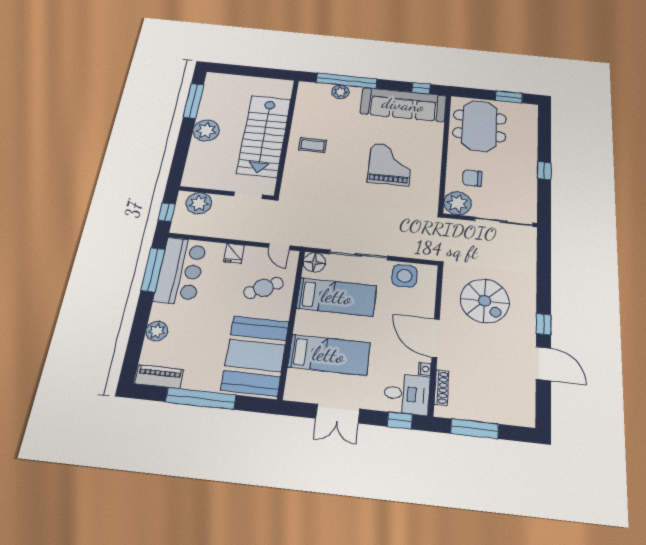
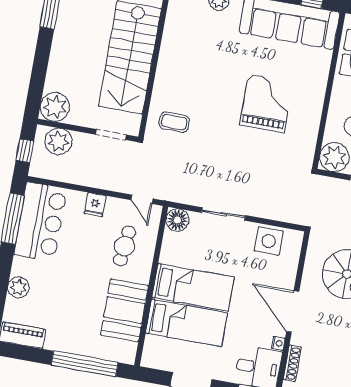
plant: (206, 130) -> (55, 107), moved
coffee table: (313, 145) -> (174, 122), moved
sliding door: (359, 255) -> (224, 214), width x0.73
cafe table: (264, 288) -> (125, 246), turned -55
bed: (337, 297) -> (193, 287), moved
booth: (255, 355) -> (124, 310), width x0.73, depth x0.70
window: (201, 398) -> (85, 364), moved

